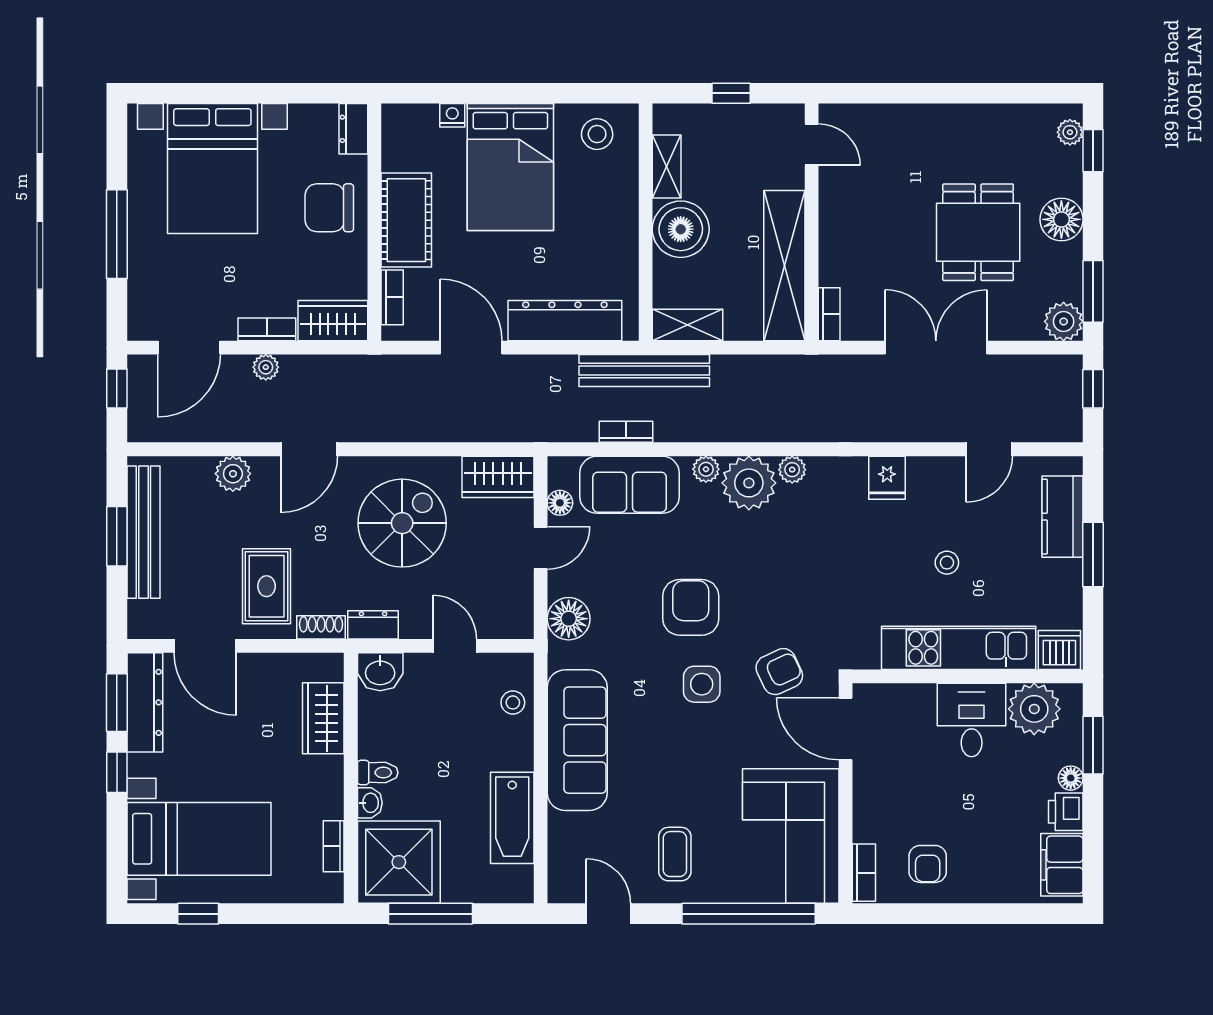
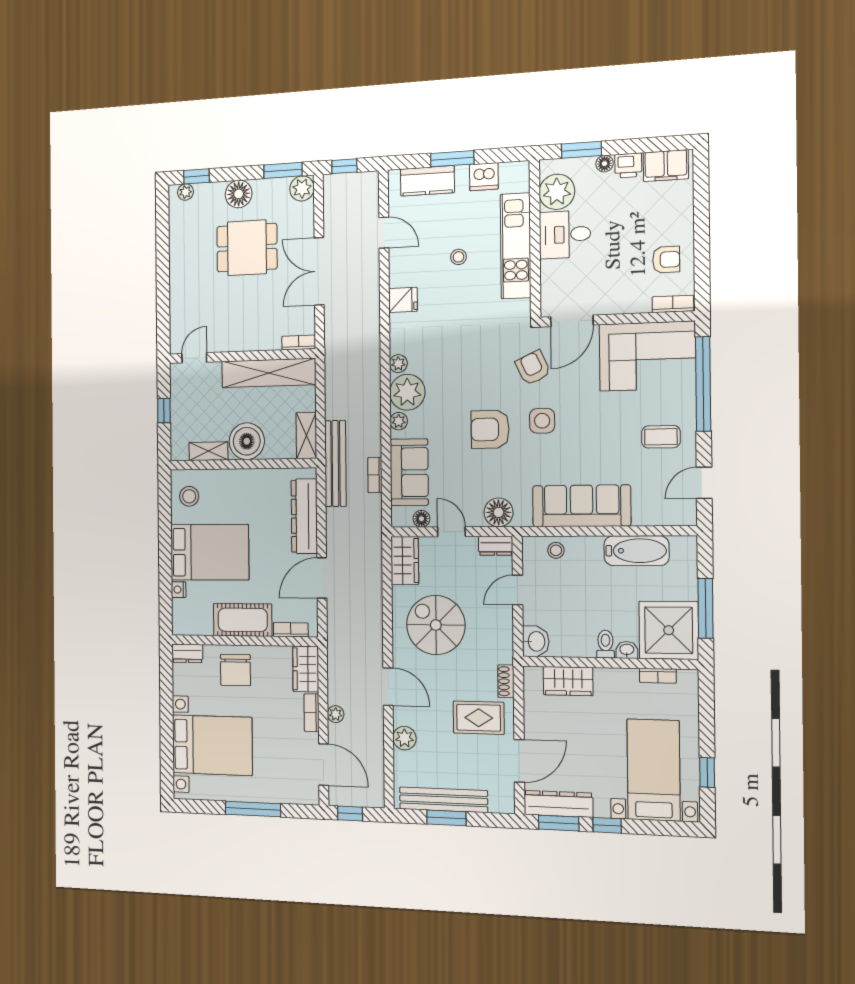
dresser: (373, 625) -> (496, 546), moved, turned -90
dishwasher: (1059, 650) -> (484, 177), moved, turned -90

